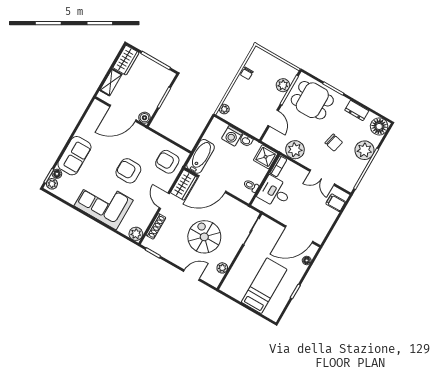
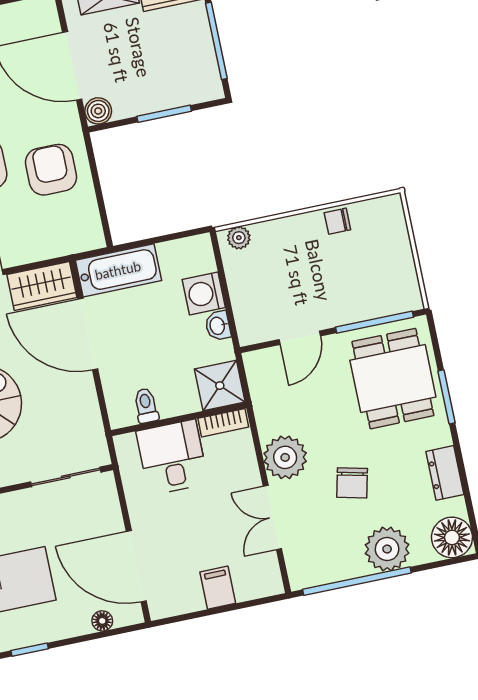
plant: (283, 85) -> (373, 303), removed
plant: (295, 150) -> (285, 457), moved
armchair: (167, 162) -> (51, 170), moved
filing cabinet: (336, 203) -> (218, 588), moved

